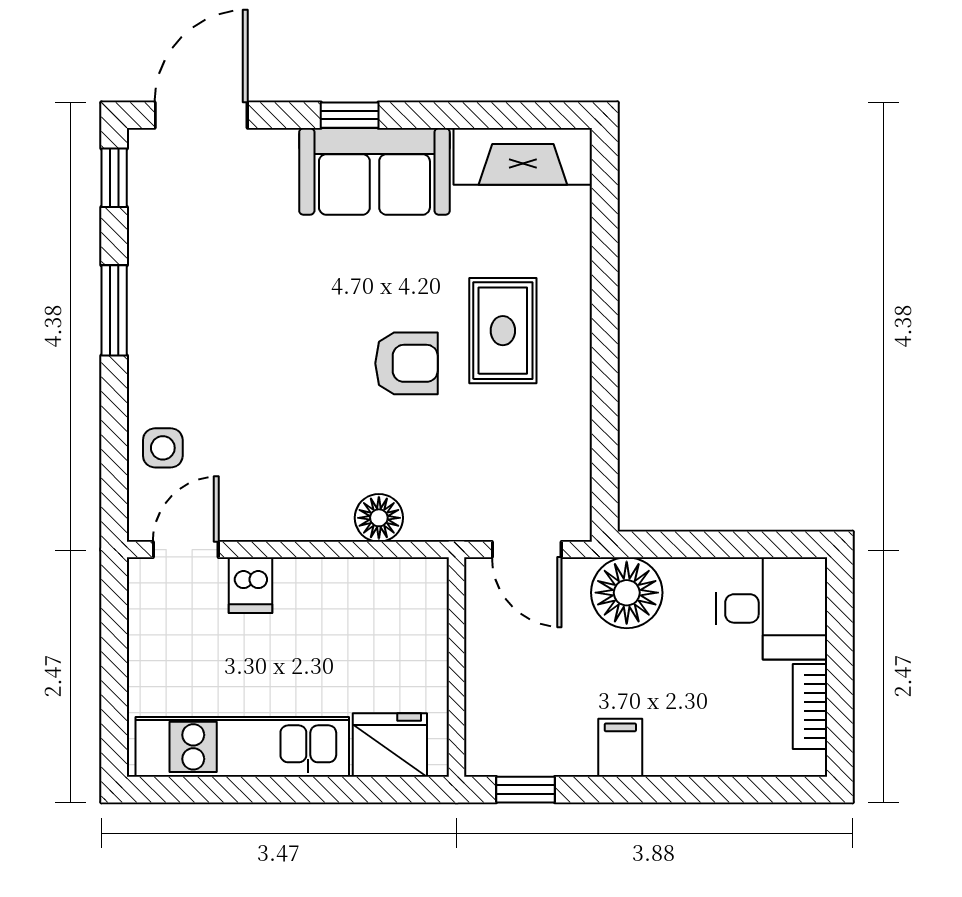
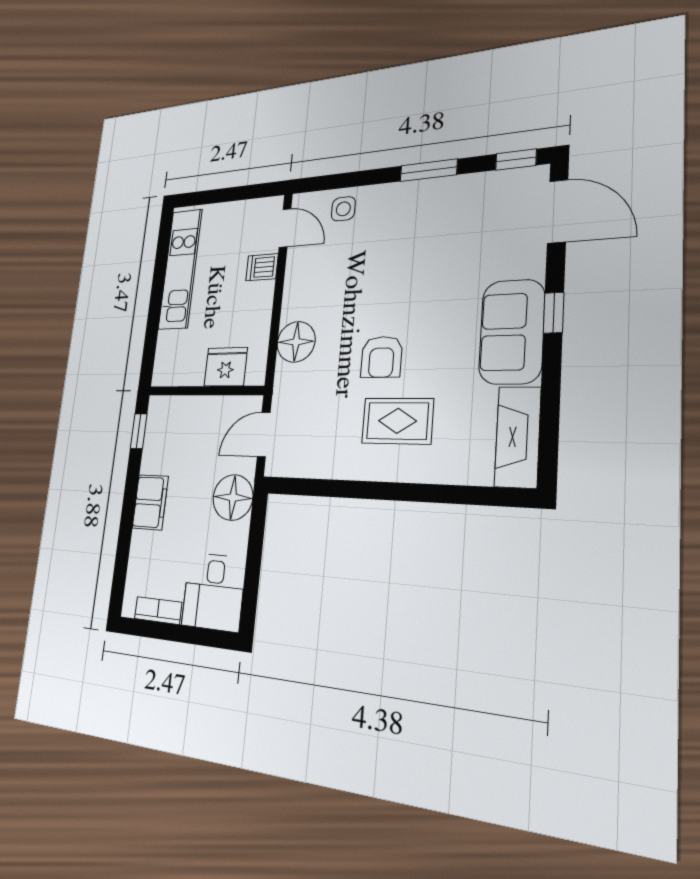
floor lamp: (379, 518) -> (296, 342), width x1.38, depth x1.38
fridge: (390, 745) -> (226, 367), moved, turned -90
filing cabinet: (620, 748) -> (150, 502), width x2.00

